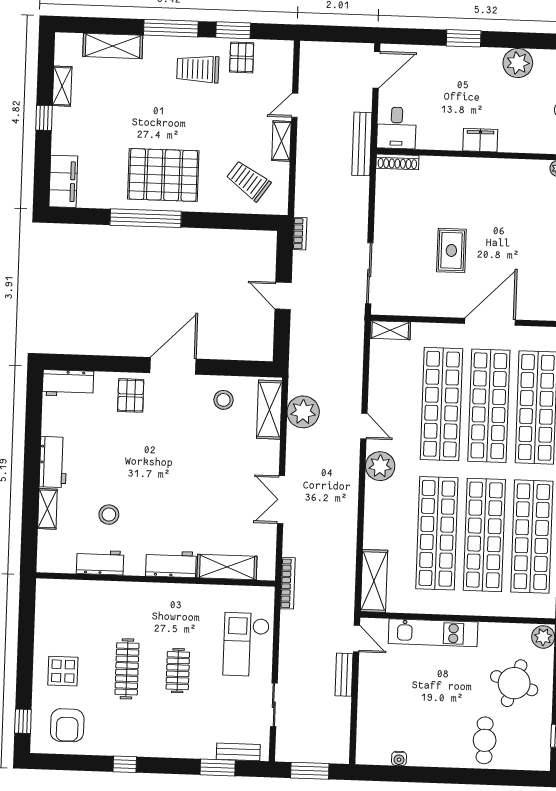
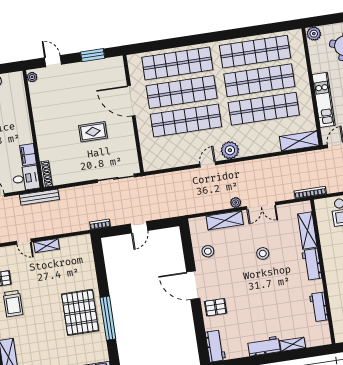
filing cabinet: (480, 140) -> (28, 155), moved
trolley: (248, 181) -> (74, 261), removed
shelving: (390, 330) -> (148, 159), removed
shelving: (269, 410) -> (225, 220), moved
plant: (303, 412) -> (236, 202), moved, width x0.53, depth x0.53
stool: (109, 515) -> (263, 253), moved

